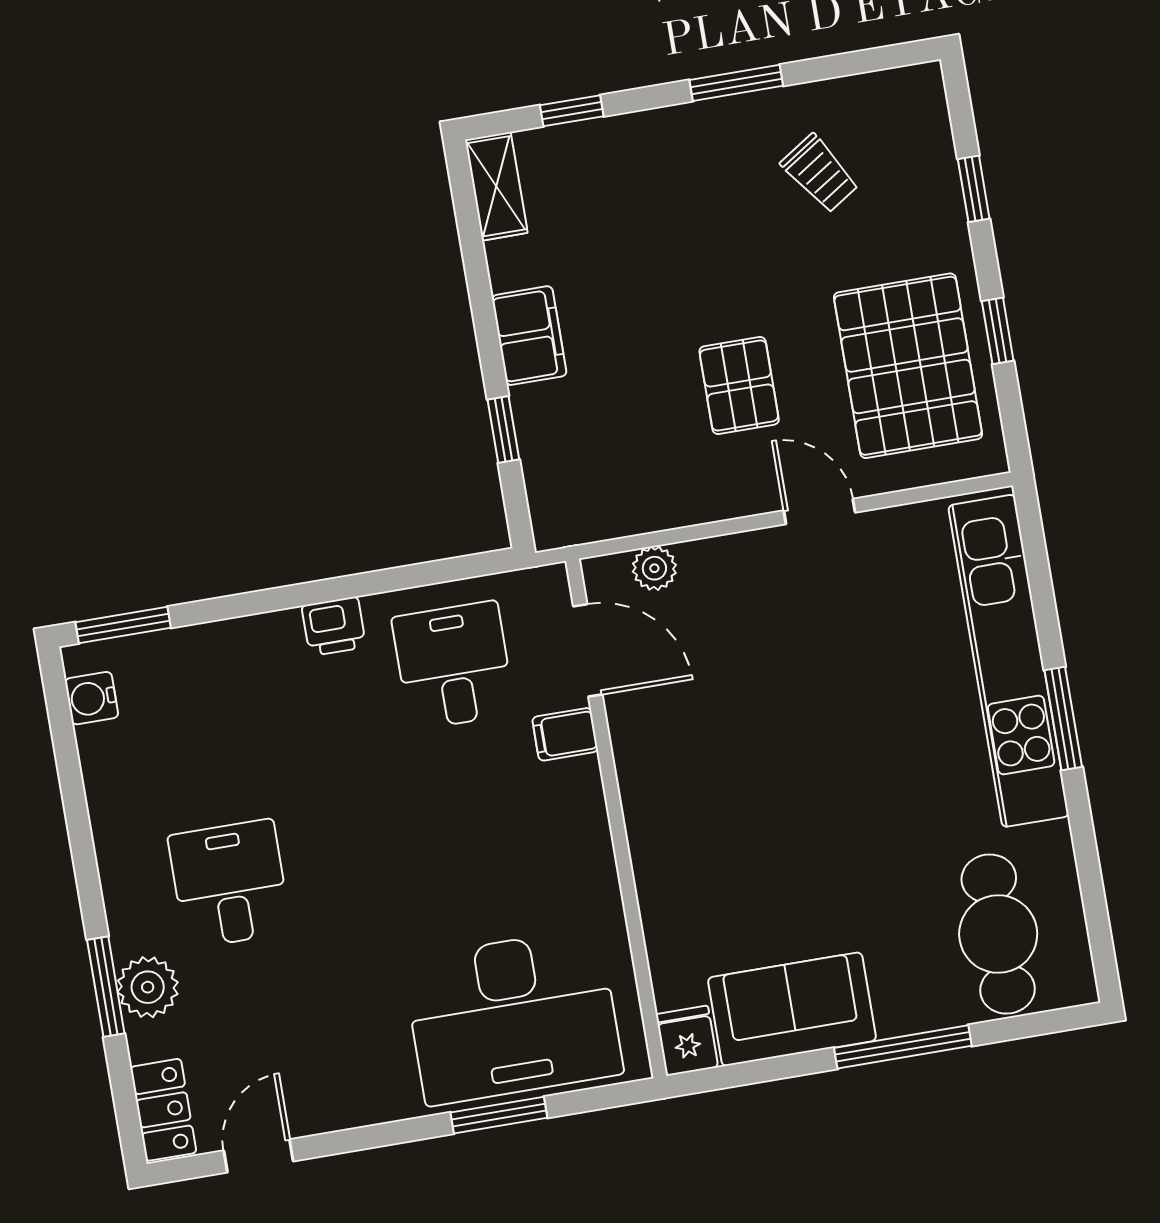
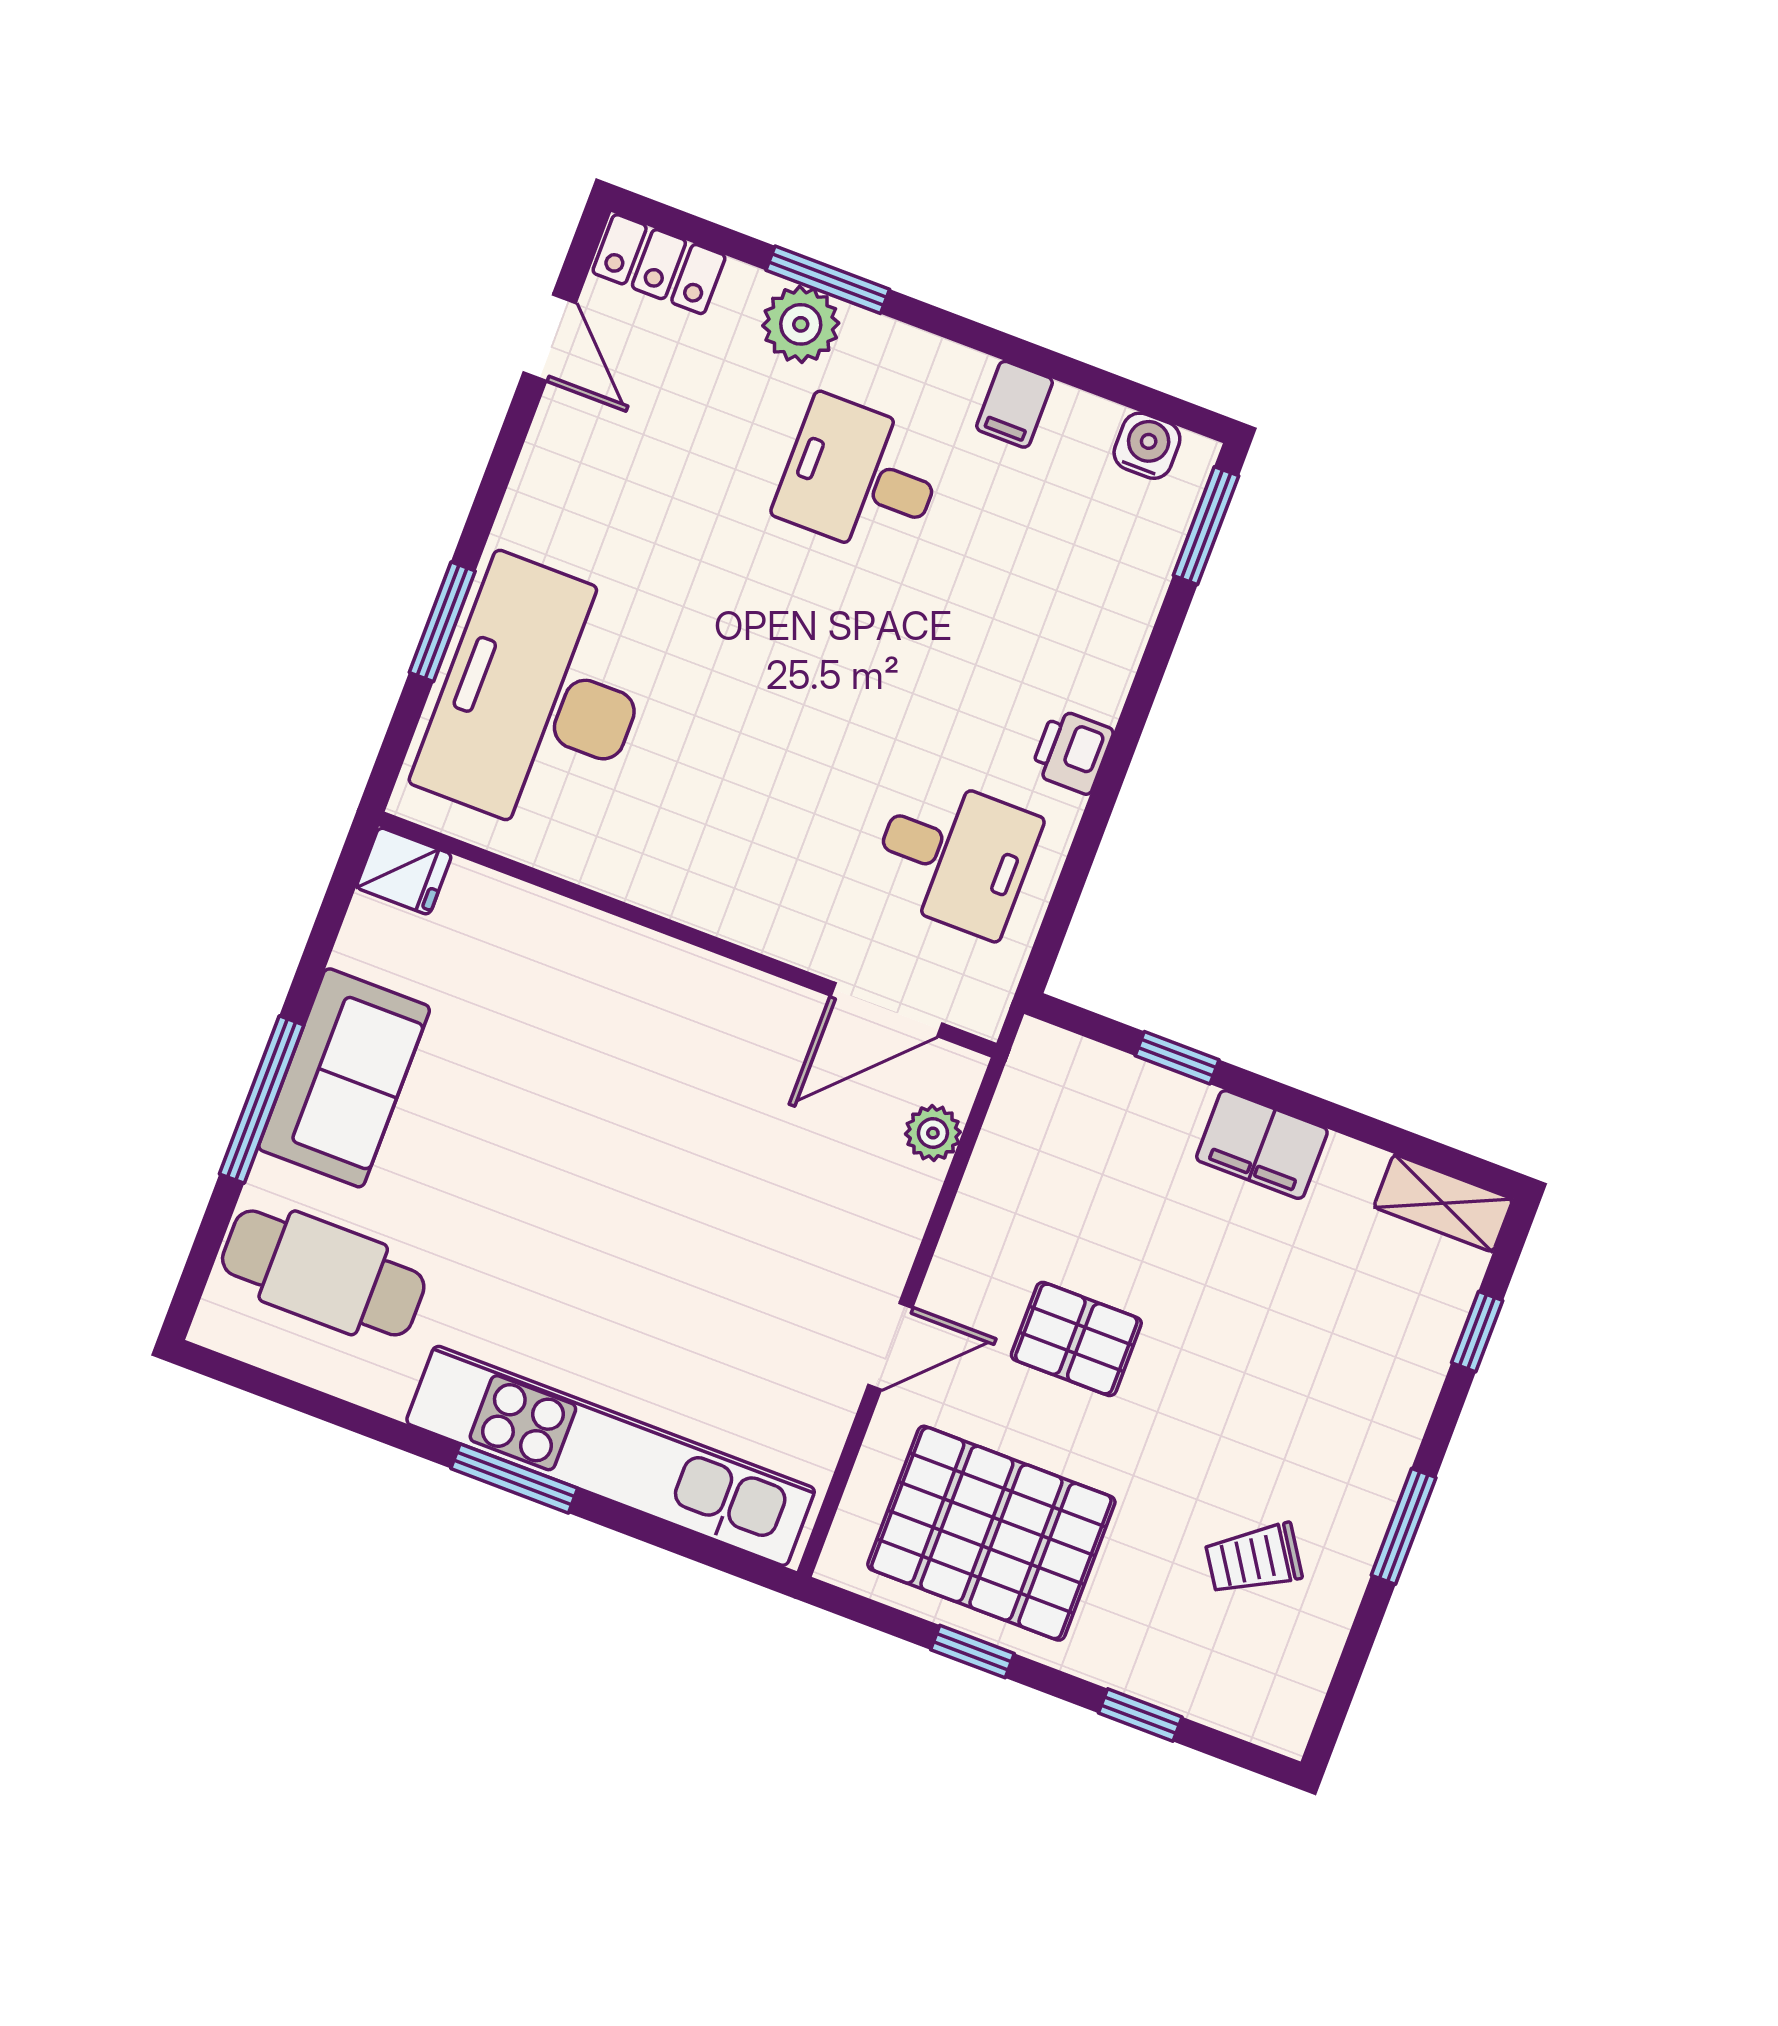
filing cabinet: (565, 734) -> (1014, 404), moved, turned 180
desk: (230, 884) -> (860, 477), turned 180
sofa: (792, 1009) -> (344, 1078), moved

